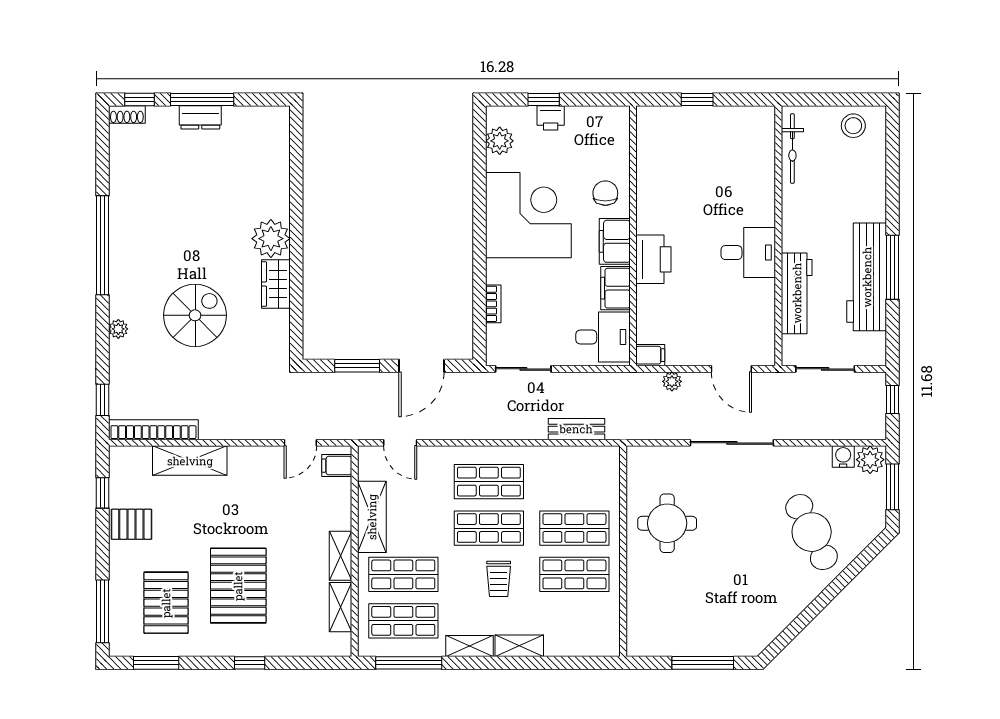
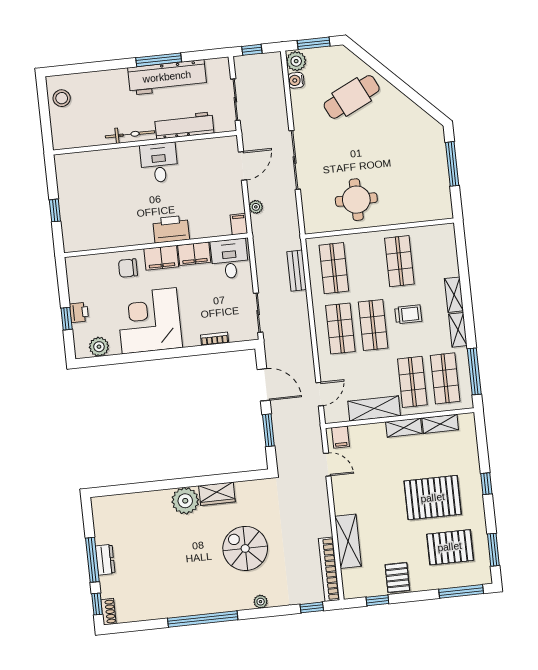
bicycle: (792, 149) -> (130, 134), moved
shop shelf: (574, 528) -> (334, 268), moved

